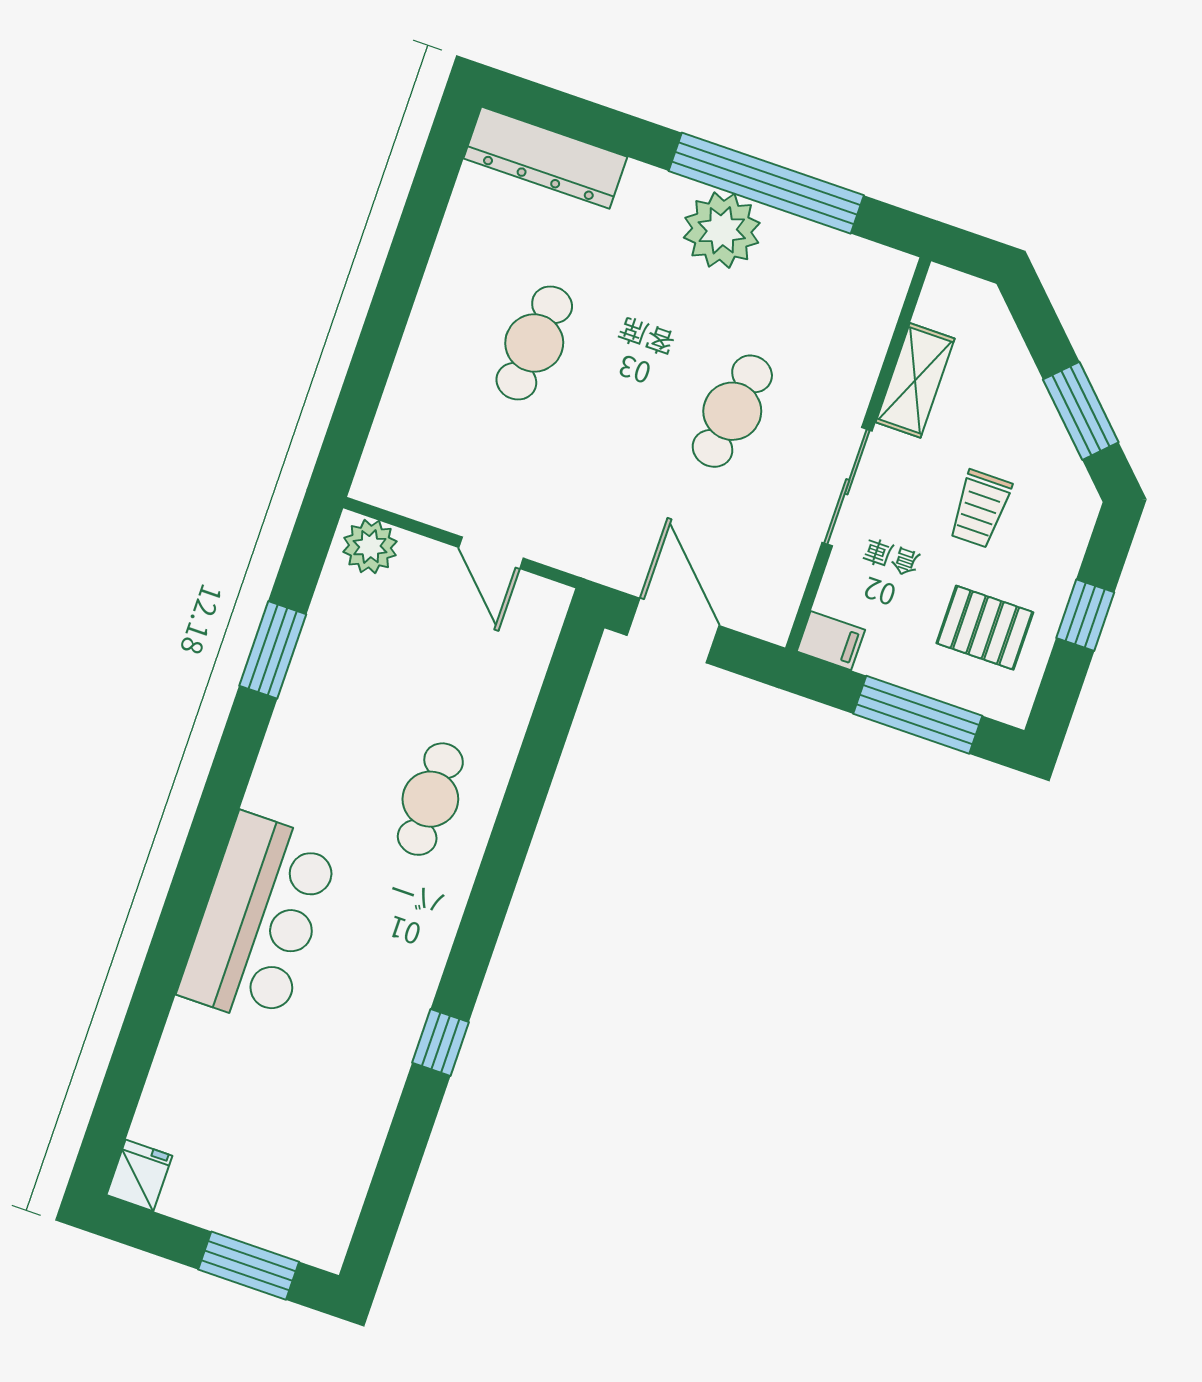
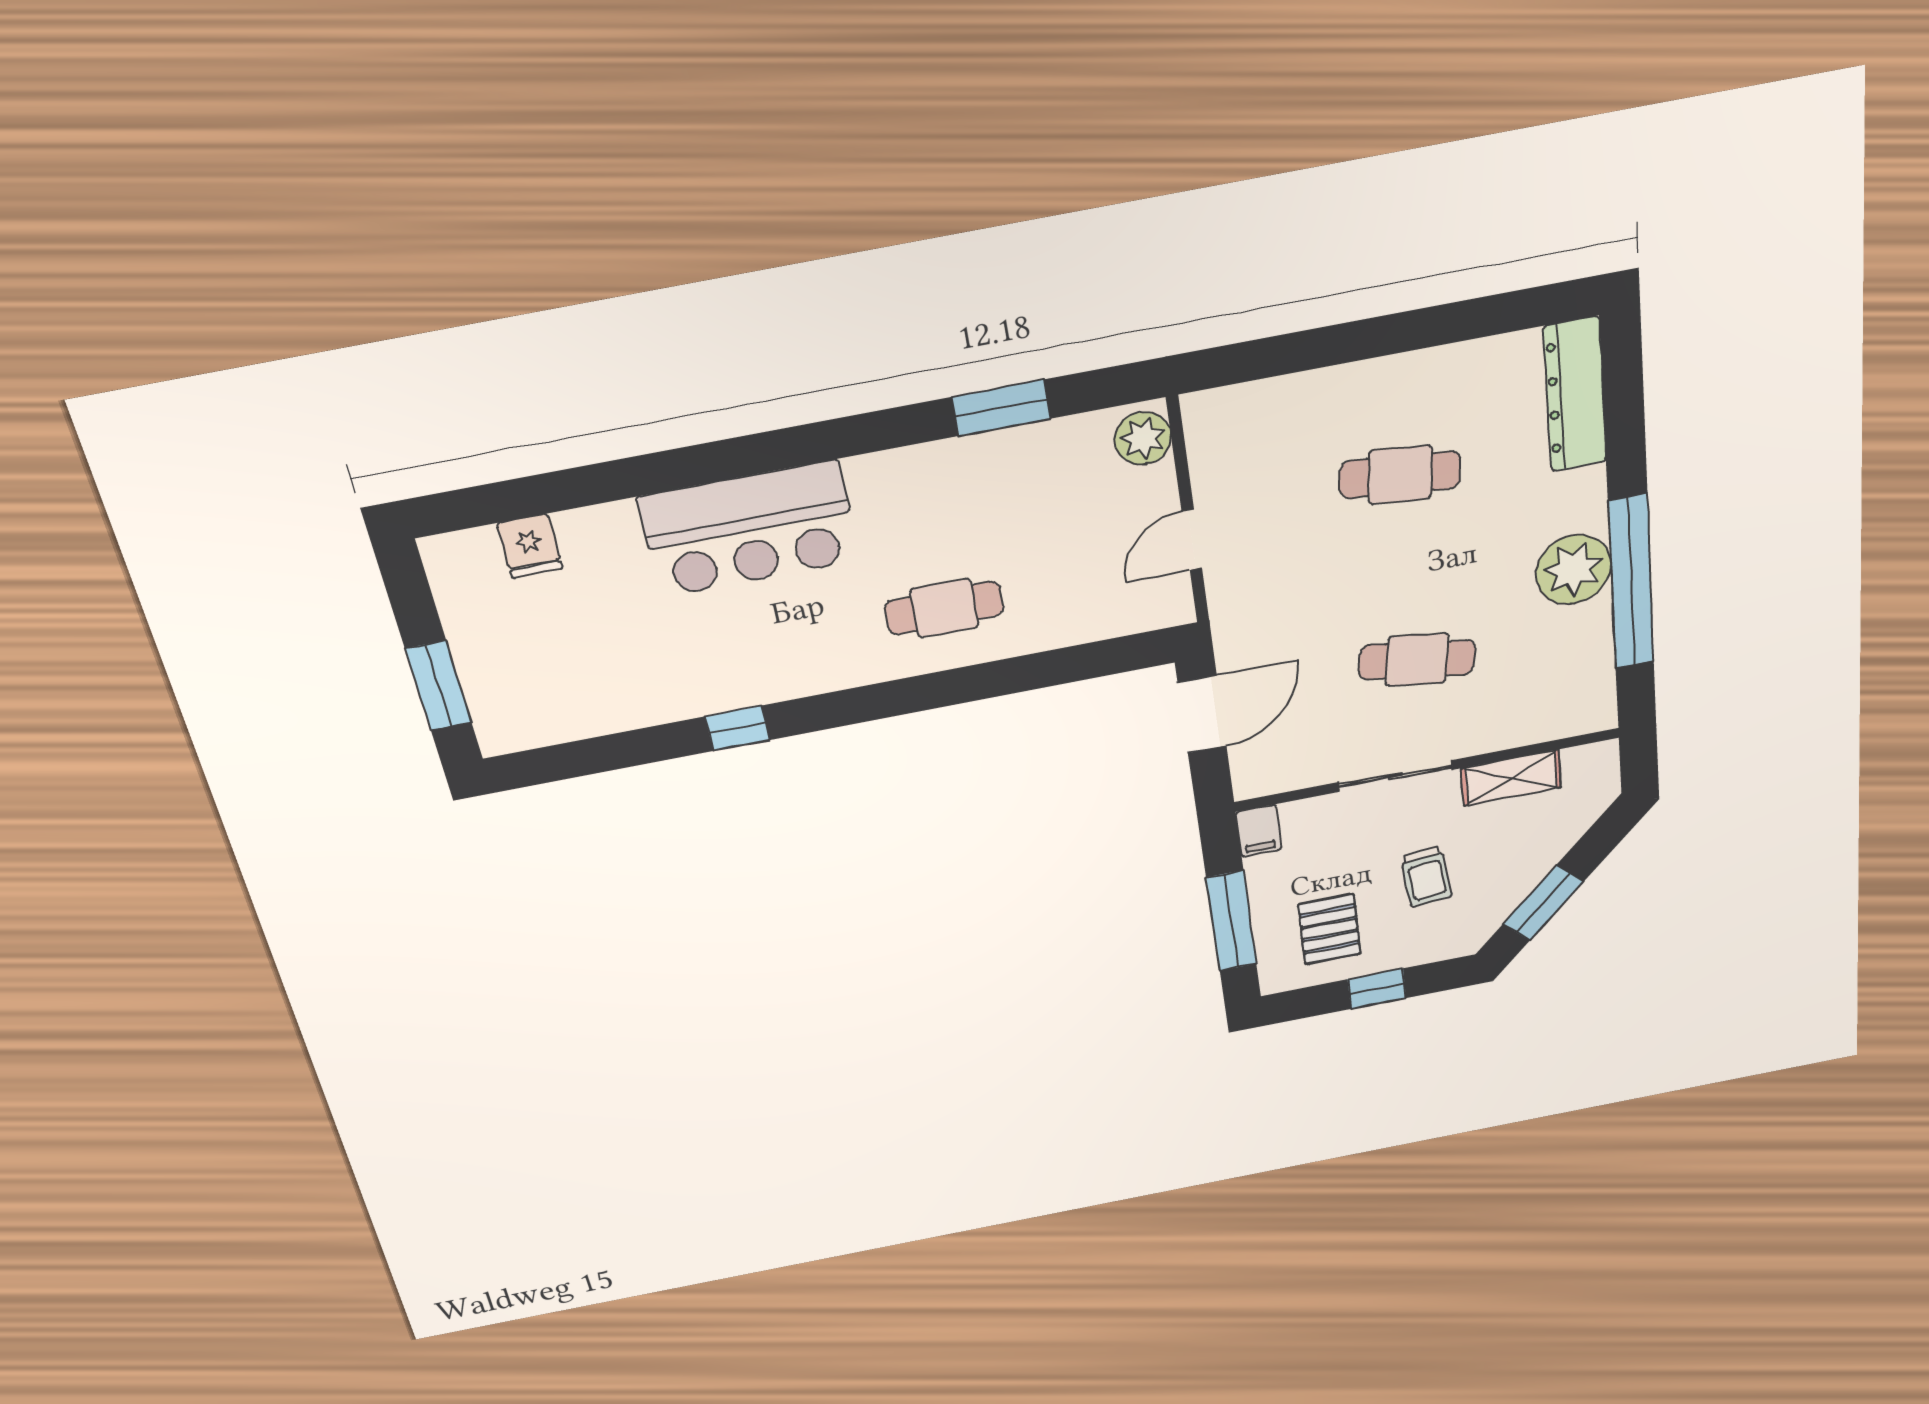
trolley: (980, 509) -> (1426, 877), turned -96
fridge: (139, 1175) -> (530, 546), moved, turned 90

